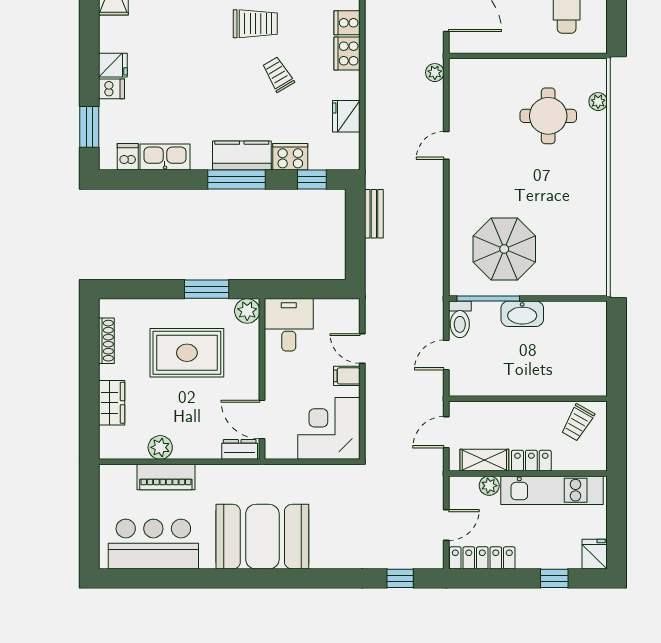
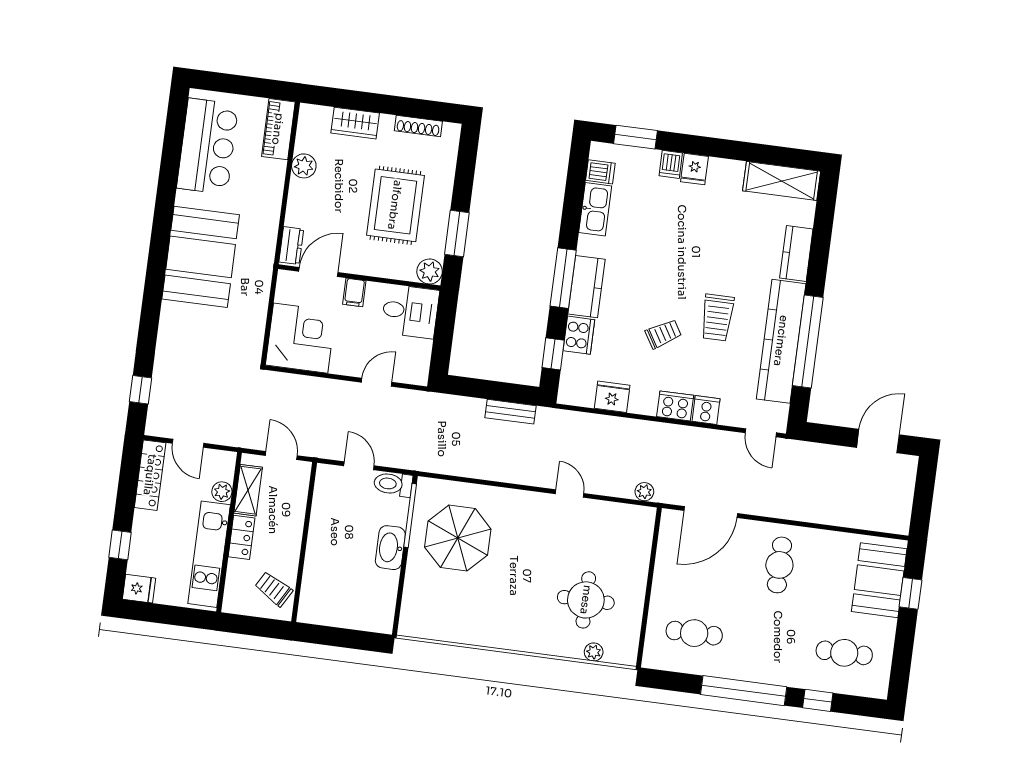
filing cabinet: (347, 376) -> (354, 292), moved, turned 180
piano: (166, 477) -> (278, 129), moved

